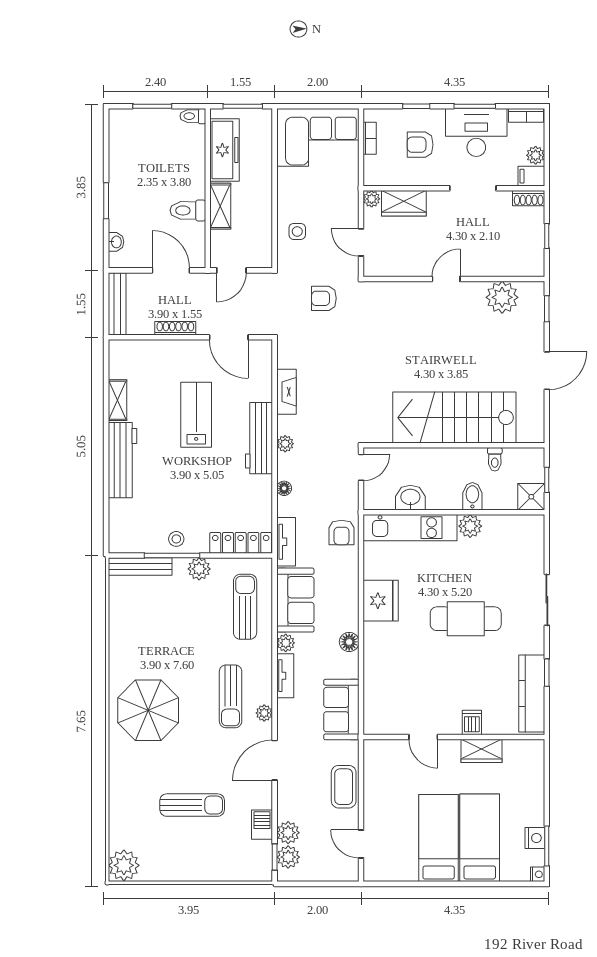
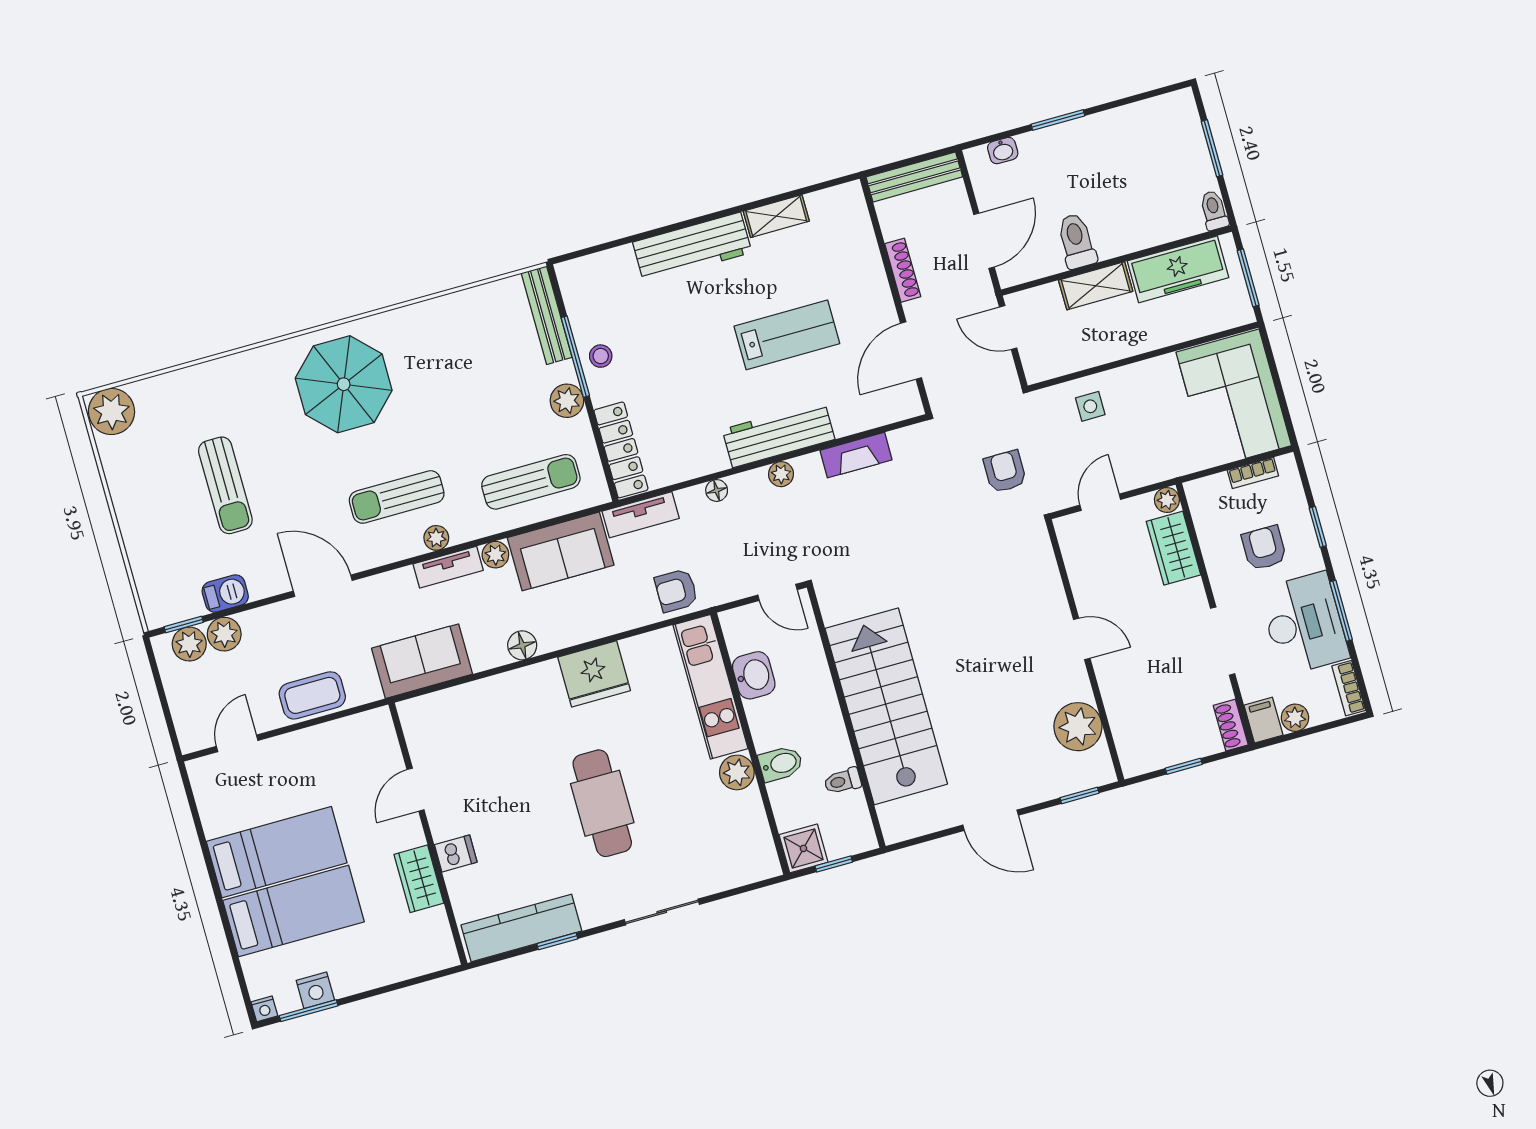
plant: (264, 713) -> (436, 538), moved

